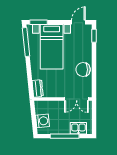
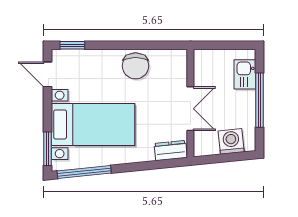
double door: (77, 99) -> (190, 109), moved

